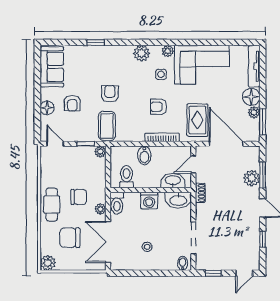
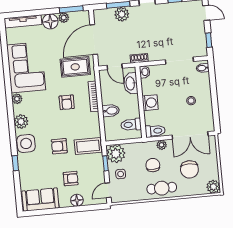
side table: (161, 74) -> (26, 143), moved, width x1.87, depth x1.87
plant: (100, 152) -> (116, 154), width x1.87, depth x1.87
side table: (72, 160) -> (121, 174), added
washbasin: (178, 200) -> (145, 72), width x0.52, depth x0.69

